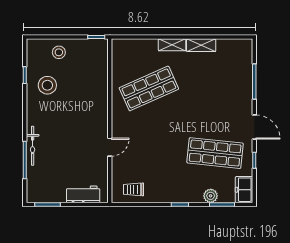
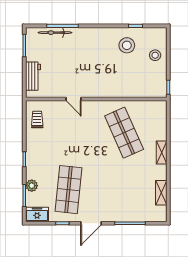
shelving: (201, 45) -> (161, 193), moved
bicycle: (33, 146) -> (55, 33), moved

